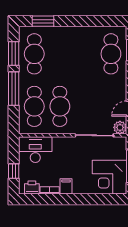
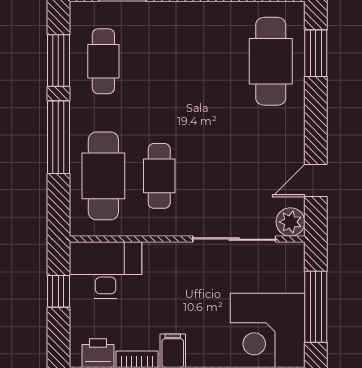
cafe table: (34, 54) -> (103, 61), width x0.73, depth x0.74
cafe table: (60, 106) -> (159, 176), width x0.73, depth x0.74
window: (14, 171) -> (58, 291), moved

